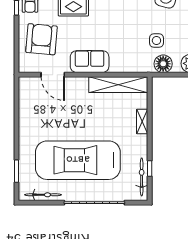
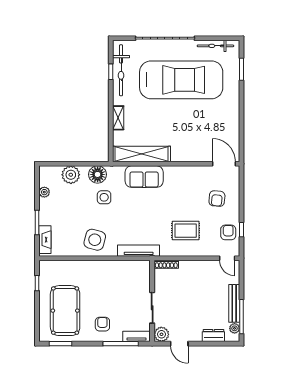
armchair: (41, 39) -> (217, 199), width x0.53, depth x0.53
sofa: (90, 62) -> (144, 177), moved
door: (53, 75) -> (224, 164), moved
bicycle: (142, 177) -> (121, 70), width x1.37, depth x1.40

